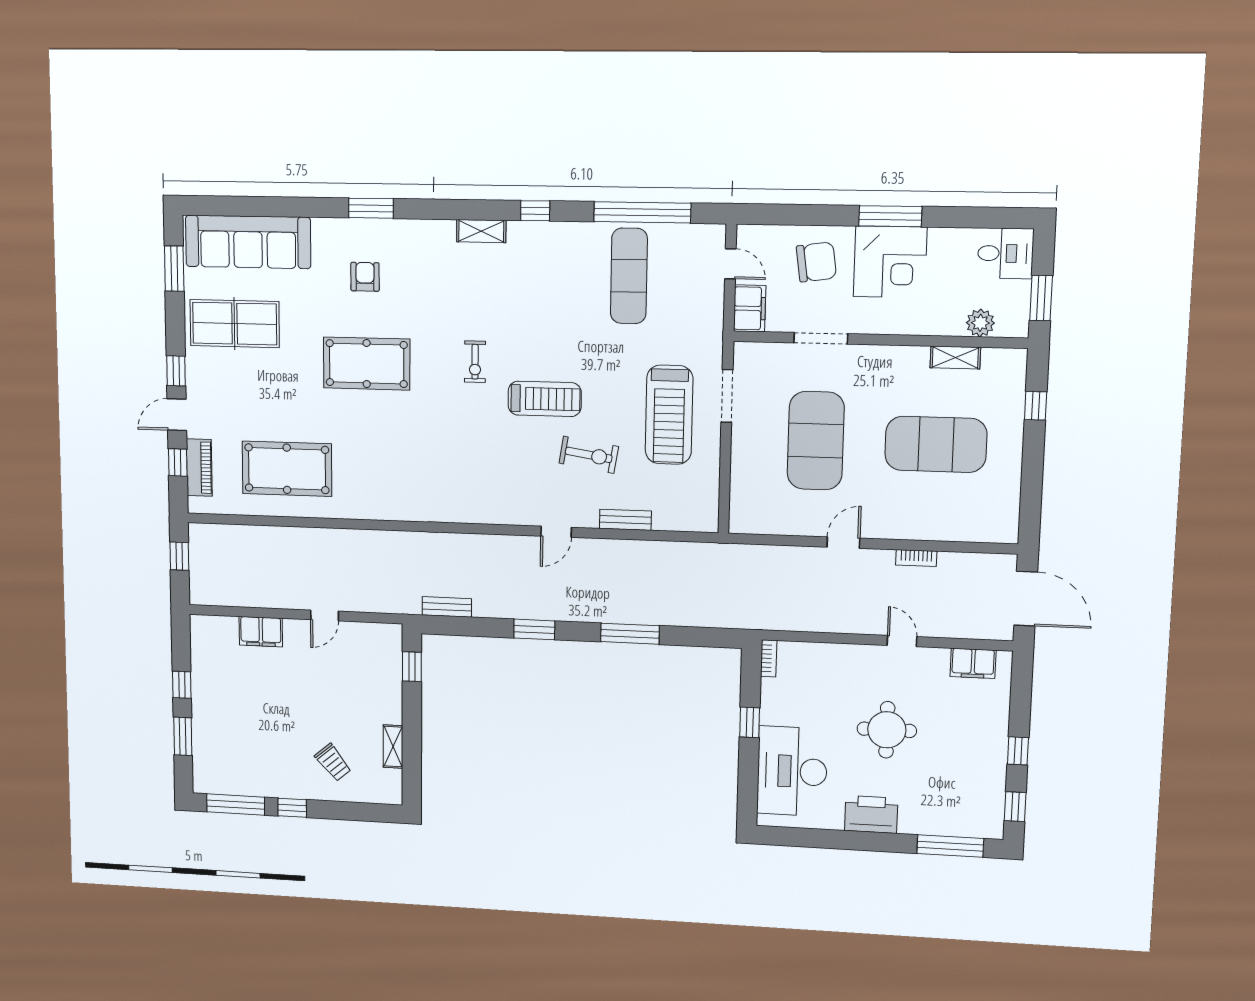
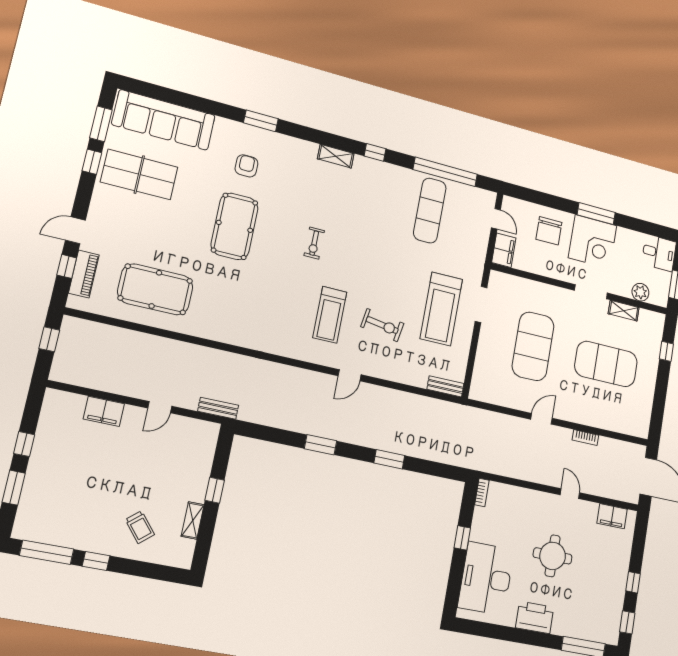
chair: (816, 262) -> (549, 231), turned 98
doorway: (821, 338) -> (591, 292), moved
pool table: (367, 364) -> (235, 226), turned 90
window: (176, 371) -> (92, 162), moved
treadmill: (545, 399) -> (330, 315), moved, turned 90
bench: (625, 520) -> (445, 386), moved
bench: (447, 607) -> (218, 408), moved
window: (630, 634) -> (389, 459), width x0.69
window: (412, 667) -> (215, 490), moved

